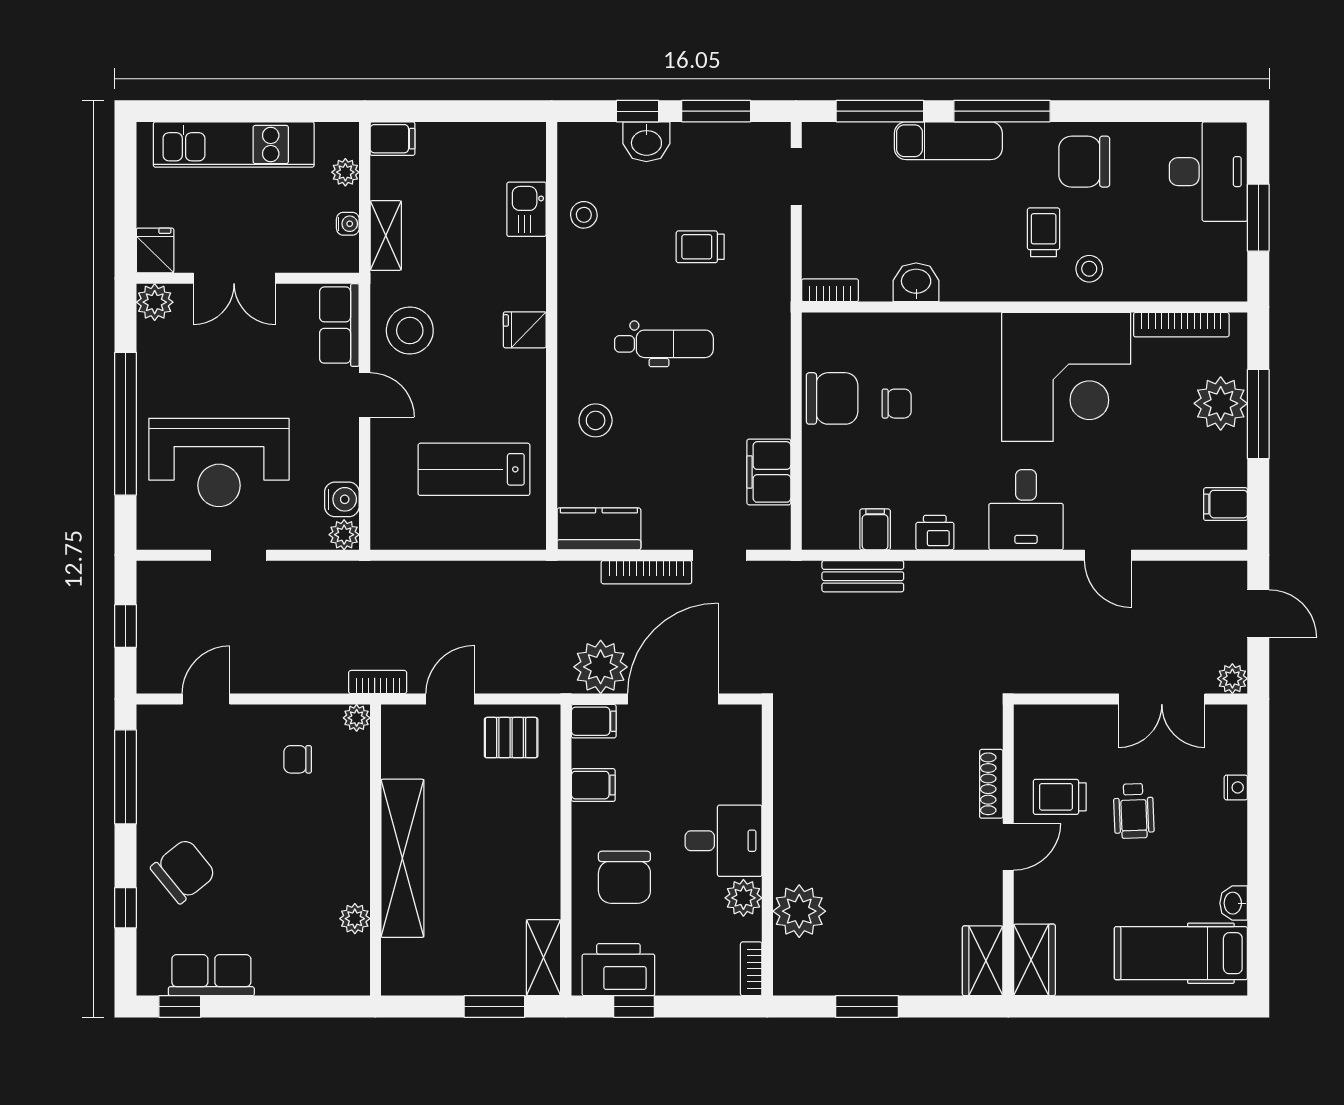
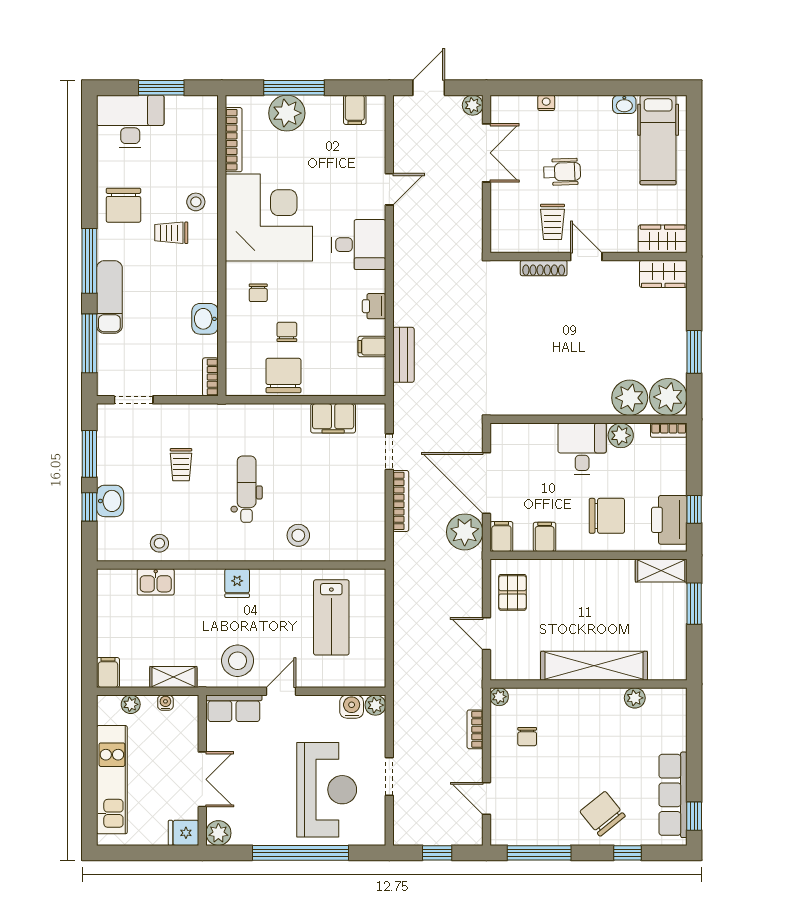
chair: (955, 361) -> (258, 293), added
kitchen counter: (599, 529) -> (372, 533), removed
bookcase: (378, 682) -> (475, 729), moved
plant: (800, 968) -> (668, 397), added
row of seats: (211, 975) -> (673, 795), width x1.48

